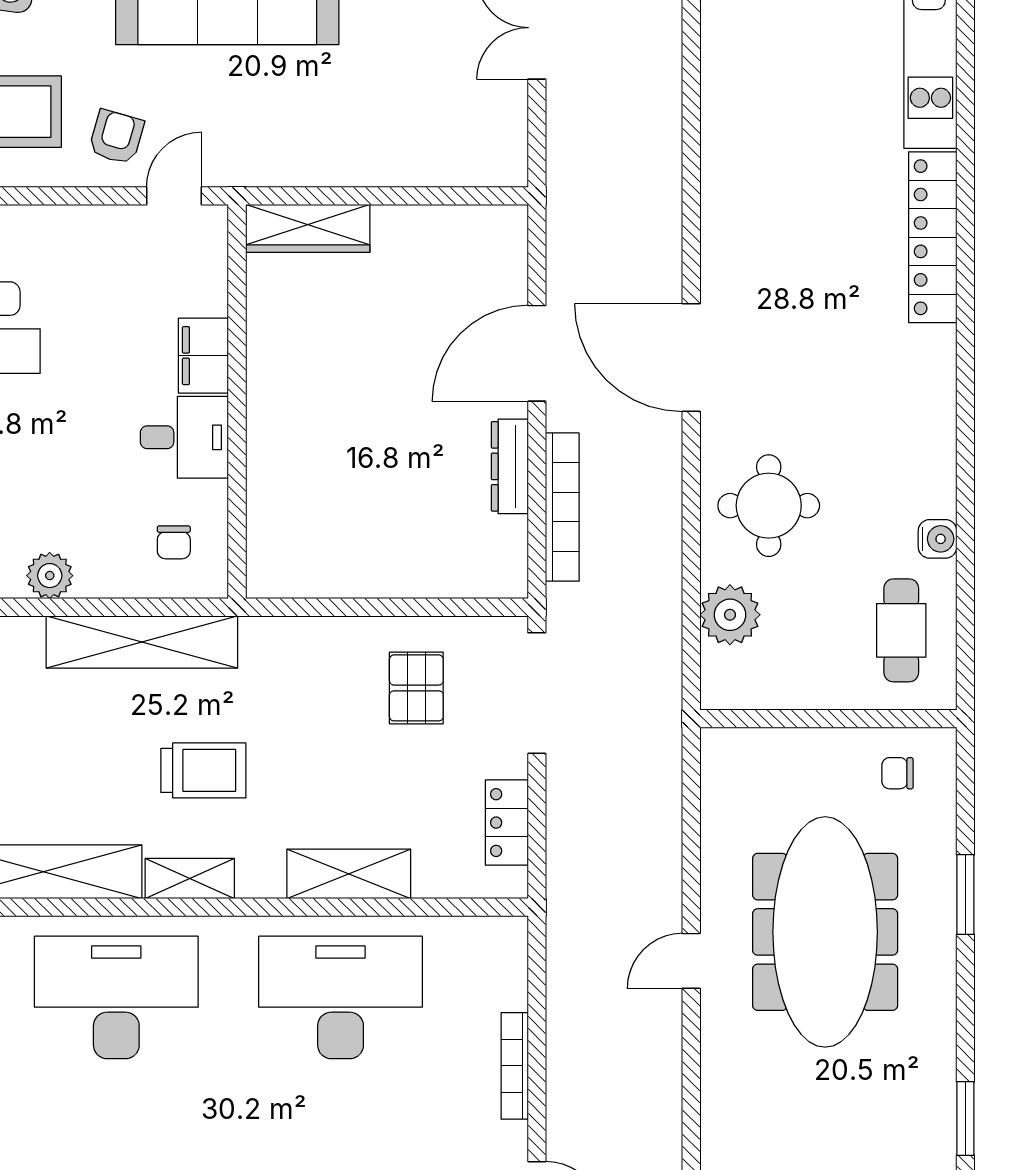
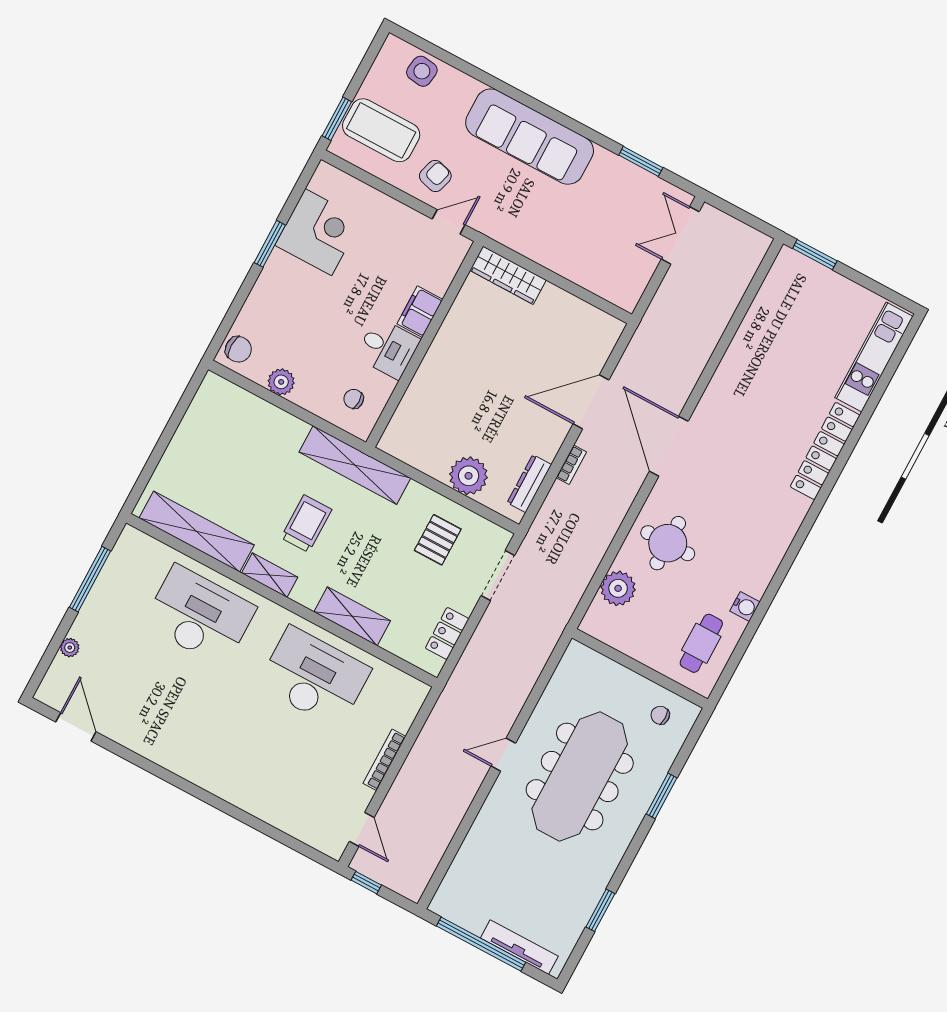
dresser: (510, 466) -> (529, 484), moved
bookcase: (562, 507) -> (571, 465), width x0.43, depth x0.76
chair: (174, 542) -> (354, 399), turned 90
plant: (411, 566) -> (469, 476), added
shelving: (142, 642) -> (355, 465), moved
doorway: (537, 693) -> (498, 575), width x0.73
trolley: (203, 770) -> (306, 524), turned -90

